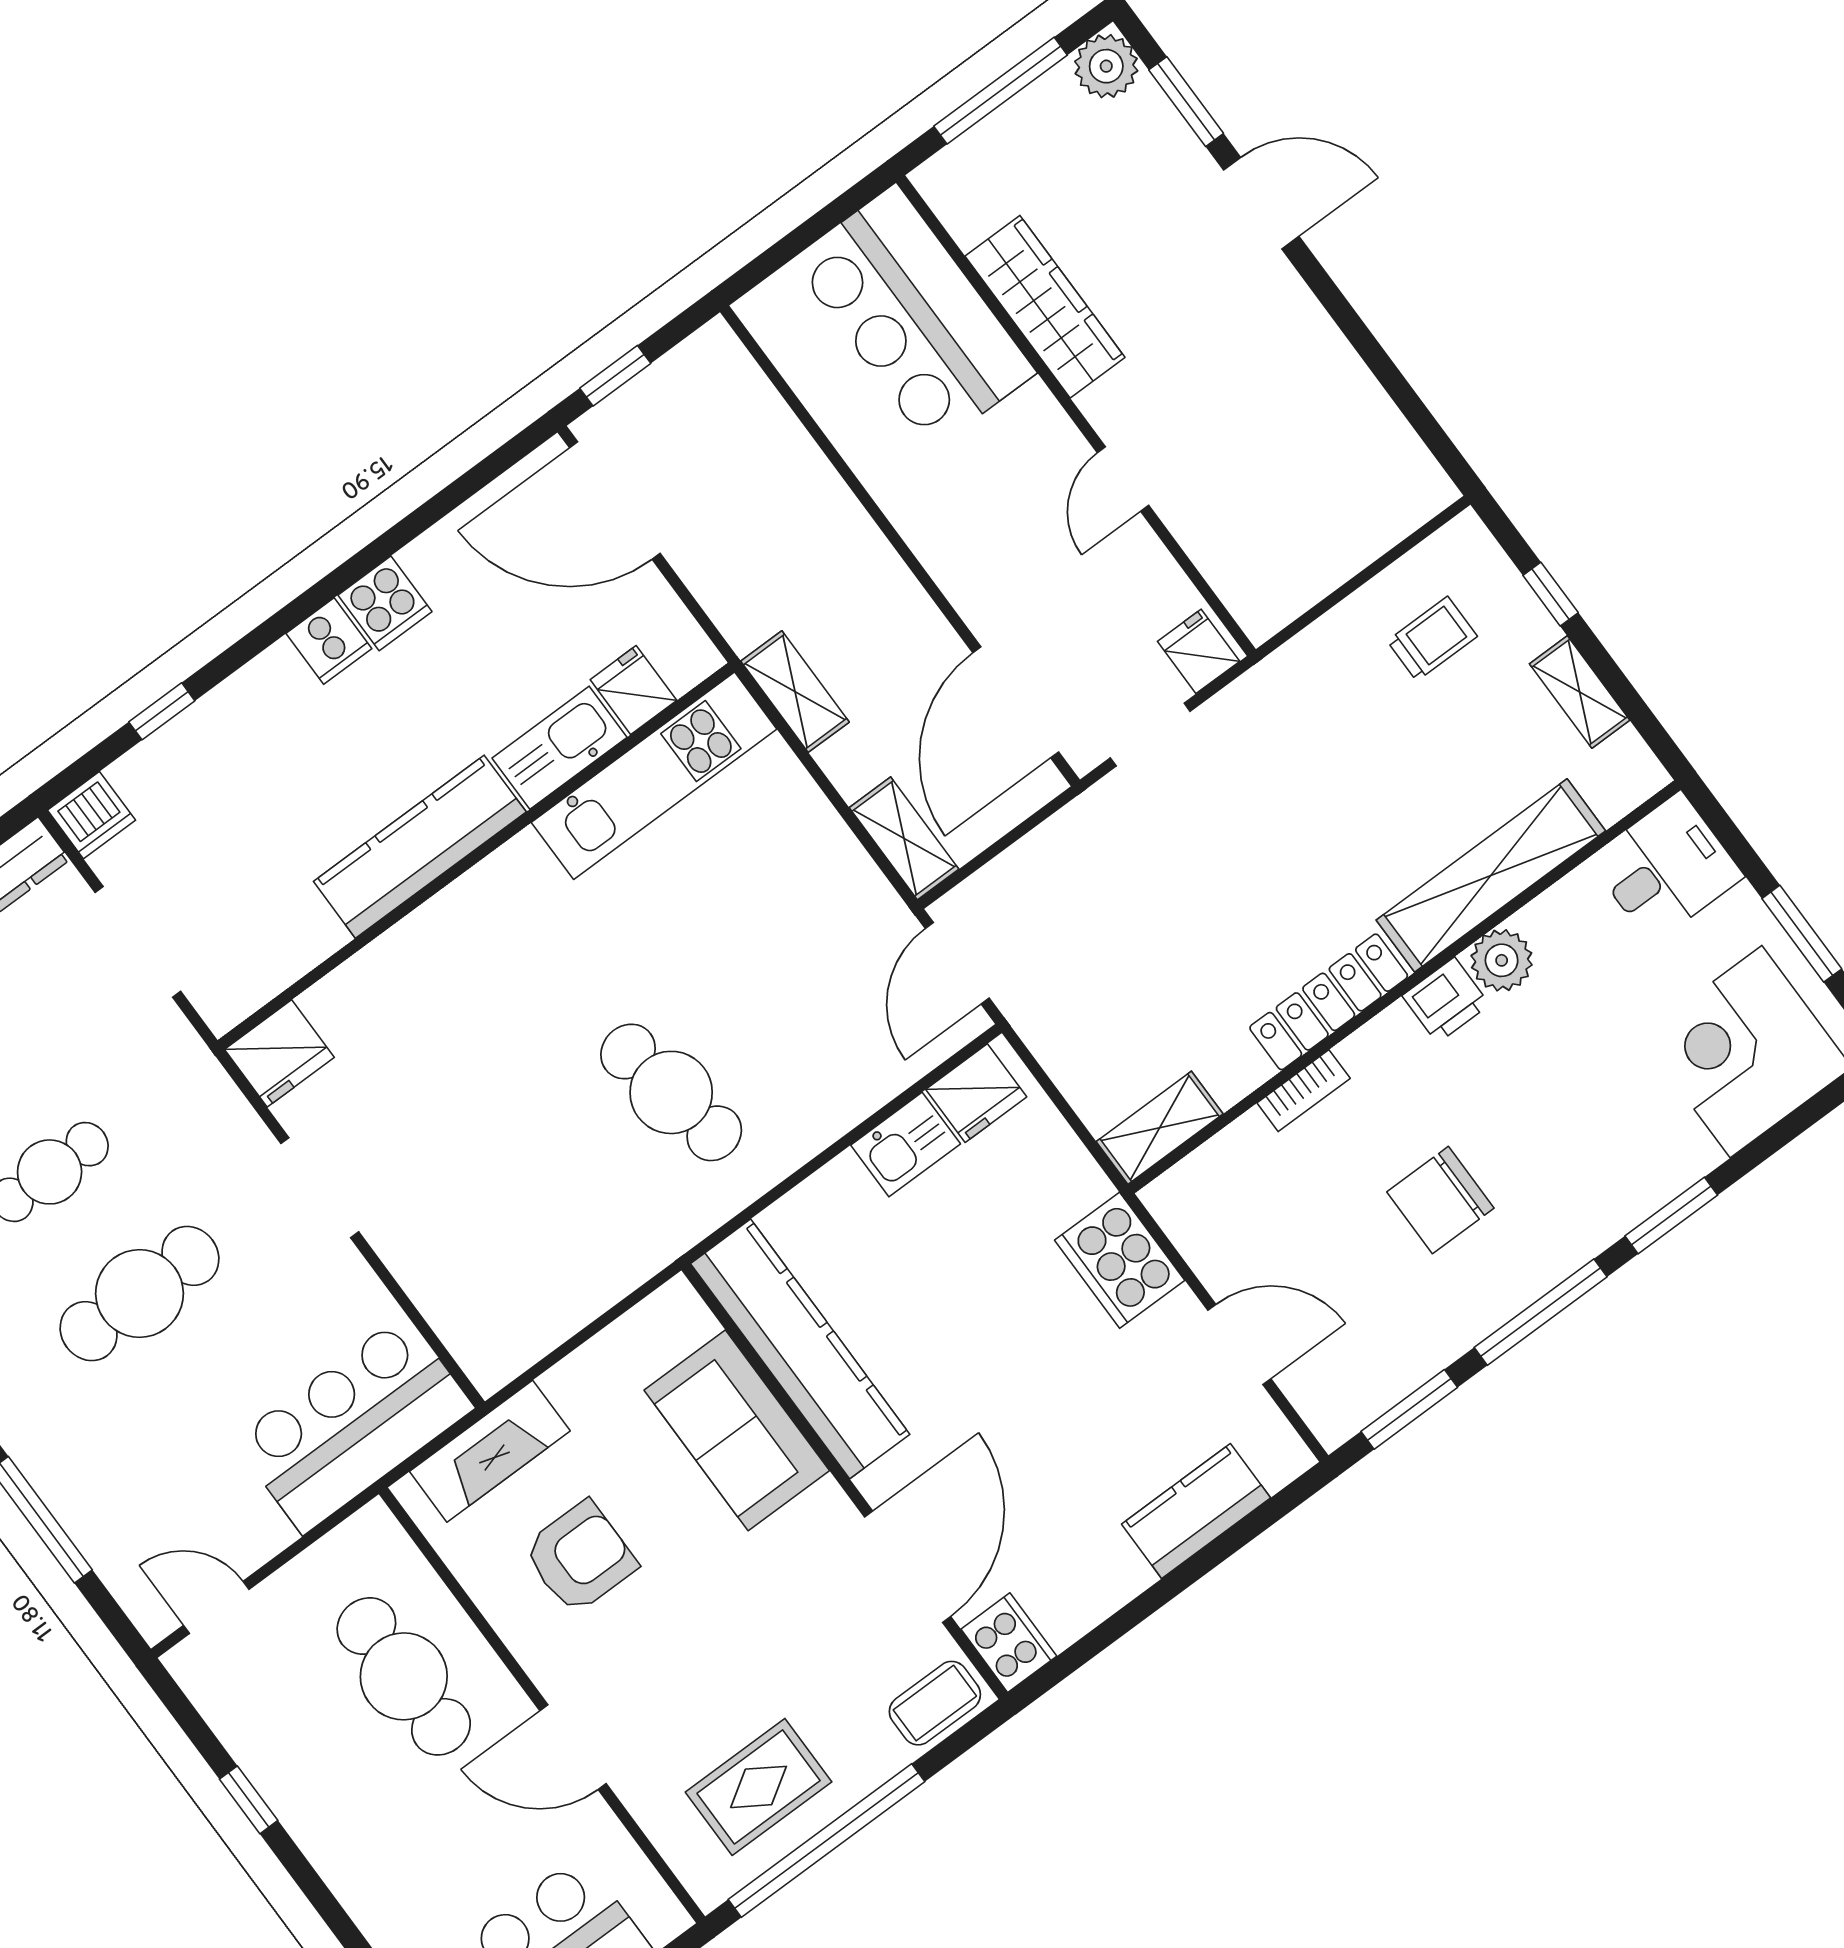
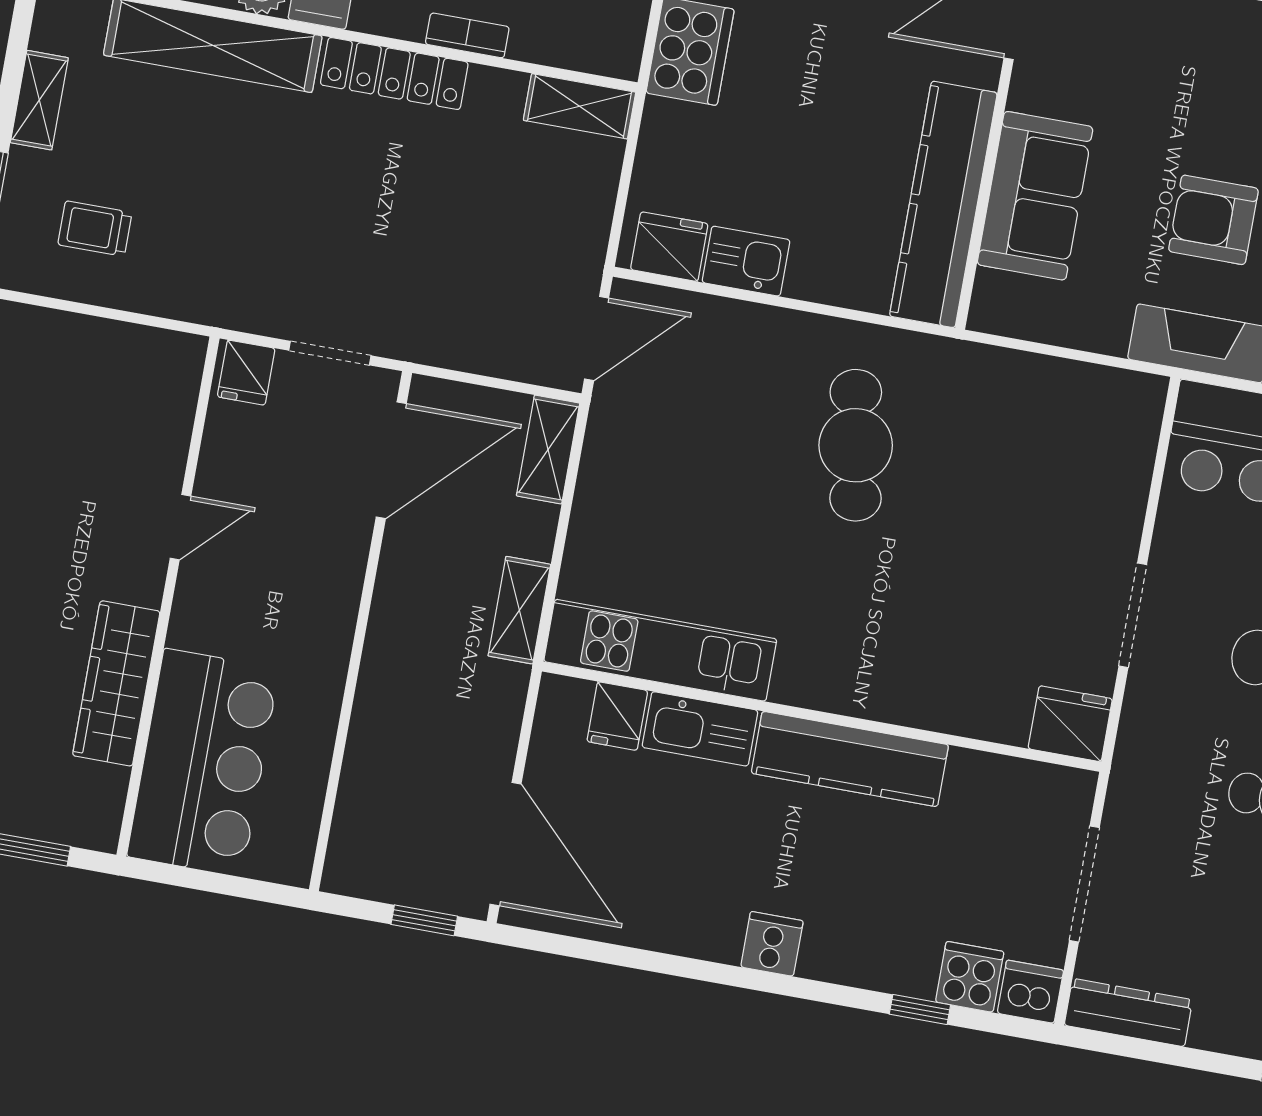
cooker: (385, 603) -> (970, 977), moved

